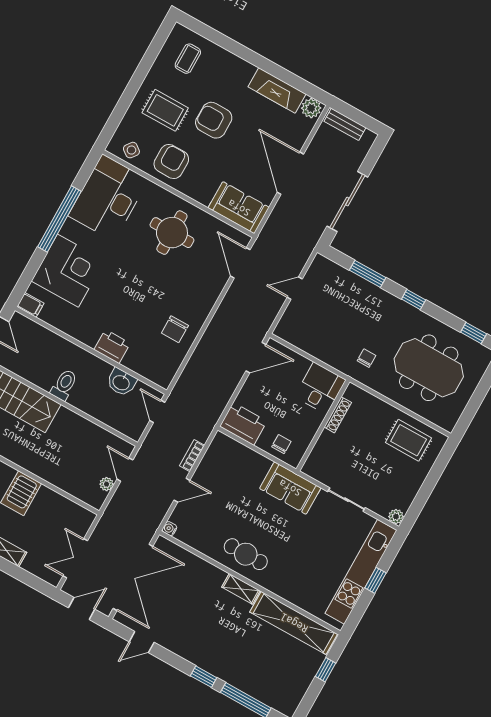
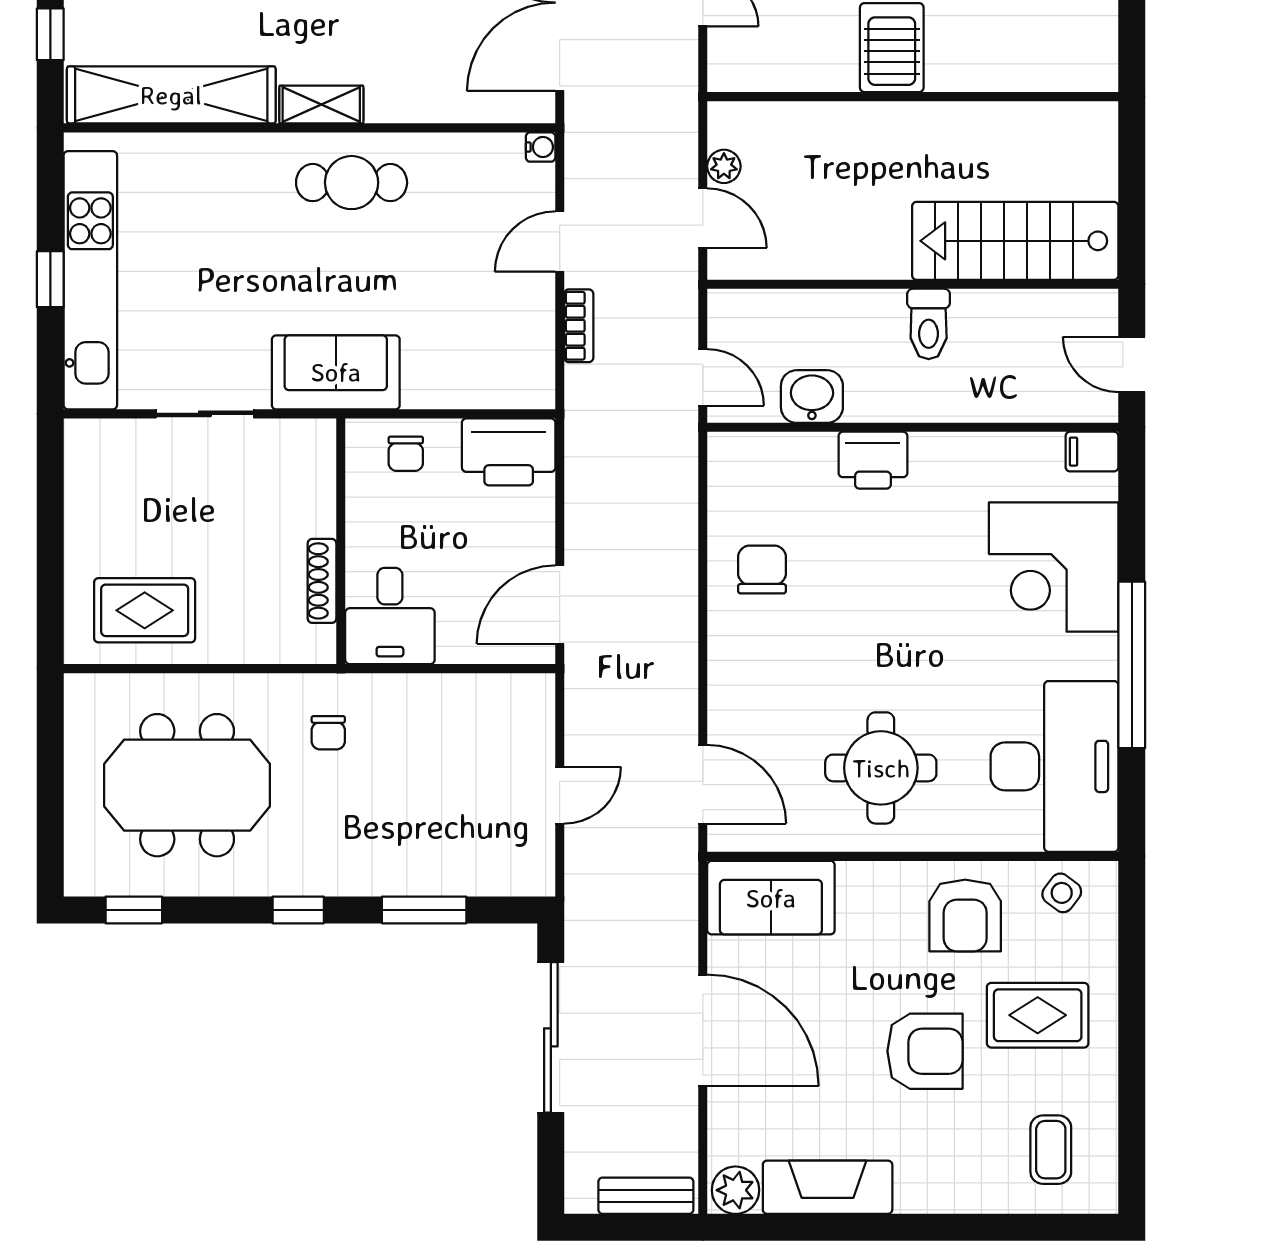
plant: (396, 517) -> (82, 436), removed

